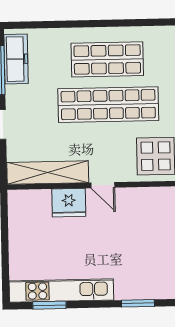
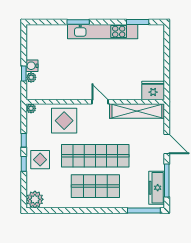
window: (34, 25) -> (144, 210), added
fridge: (69, 203) -> (153, 91), moved
kitchen unit: (61, 291) -> (103, 32), moved

